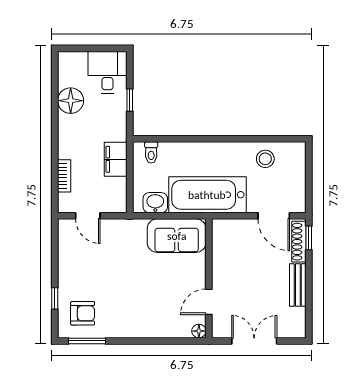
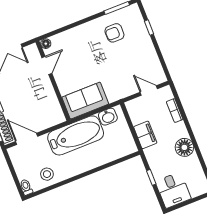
floor lamp: (71, 101) -> (184, 147), moved
toilet: (151, 152) -> (26, 187), moved
armchair: (83, 313) -> (114, 33), moved

